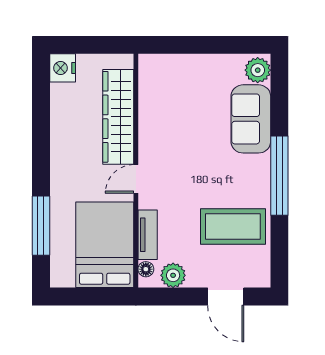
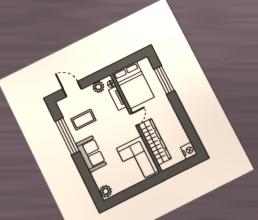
corner sofa: (168, 99) -> (138, 160), added
sofa: (251, 119) -> (91, 154), moved
window: (279, 176) -> (67, 136), moved
coffee table: (233, 227) -> (83, 120), width x0.73, depth x0.76

